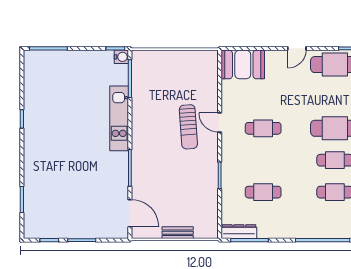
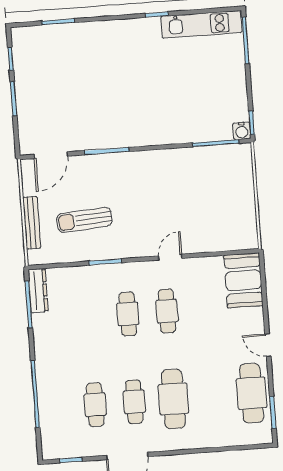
kitchen unit: (119, 118) -> (201, 24), moved, turned 180
sun lounger: (188, 127) -> (84, 220), moved
cafe table: (263, 192) -> (128, 314), moved
bench: (178, 233) -> (32, 223), width x1.36

